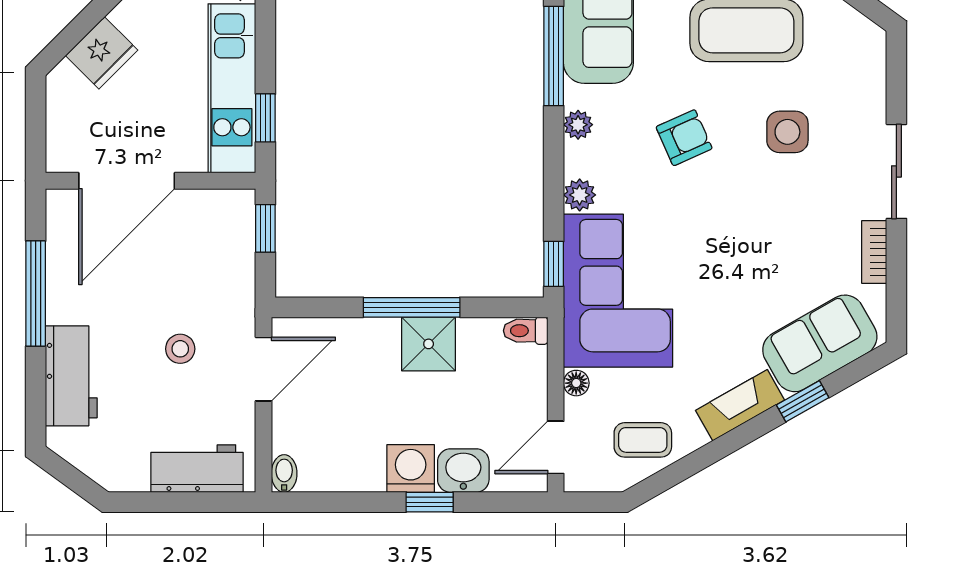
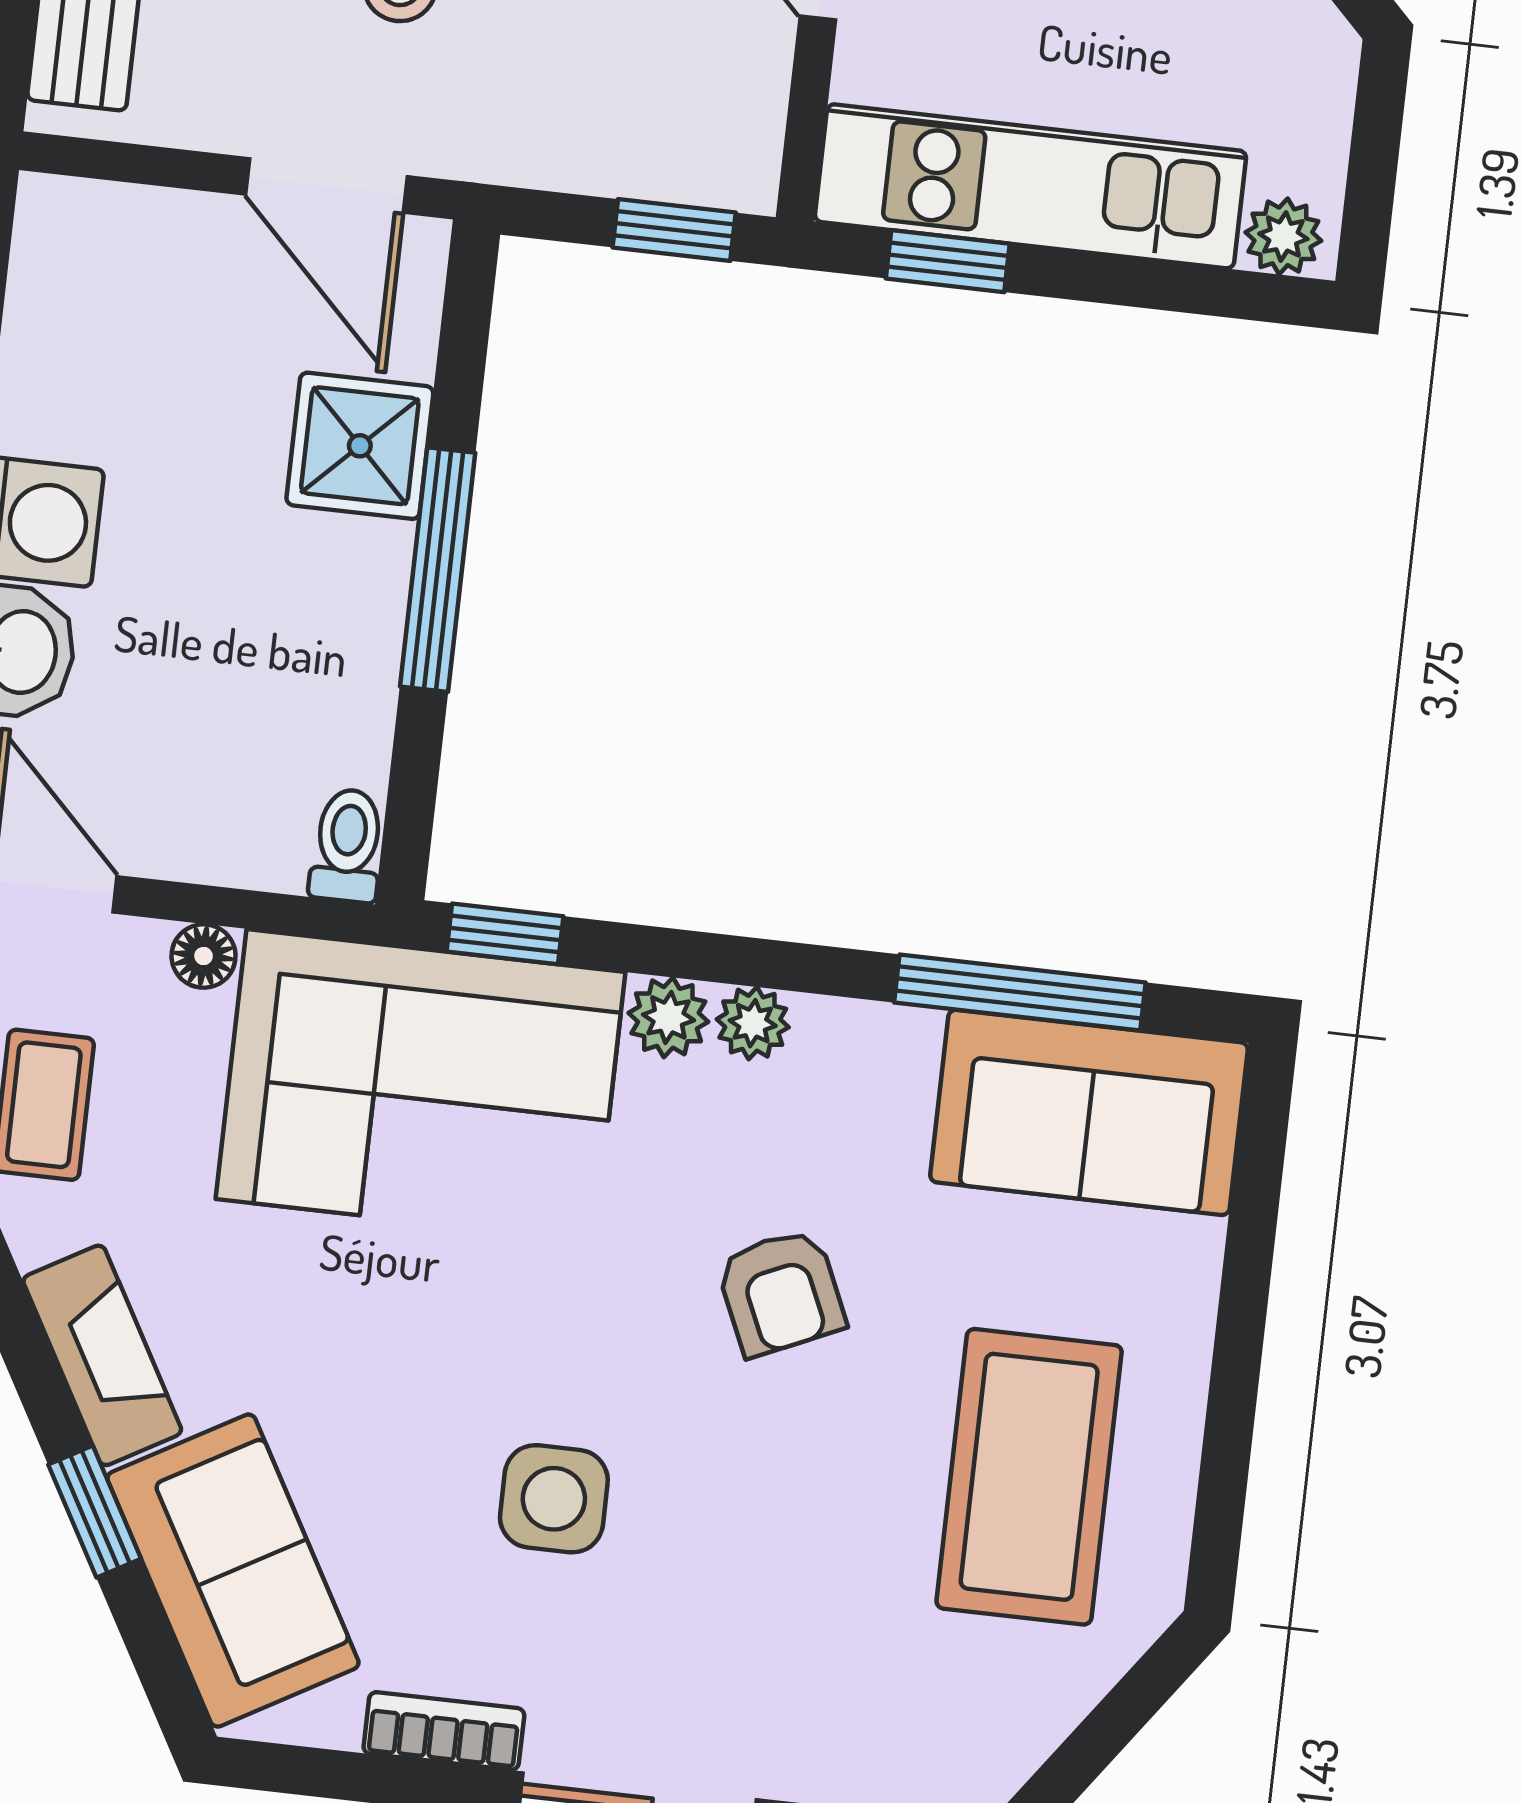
plant: (578, 125) -> (753, 1023), moved
side table: (787, 132) -> (554, 1499), moved
shower: (429, 344) -> (360, 446), moved
bidet: (284, 473) -> (62, 207), removed

